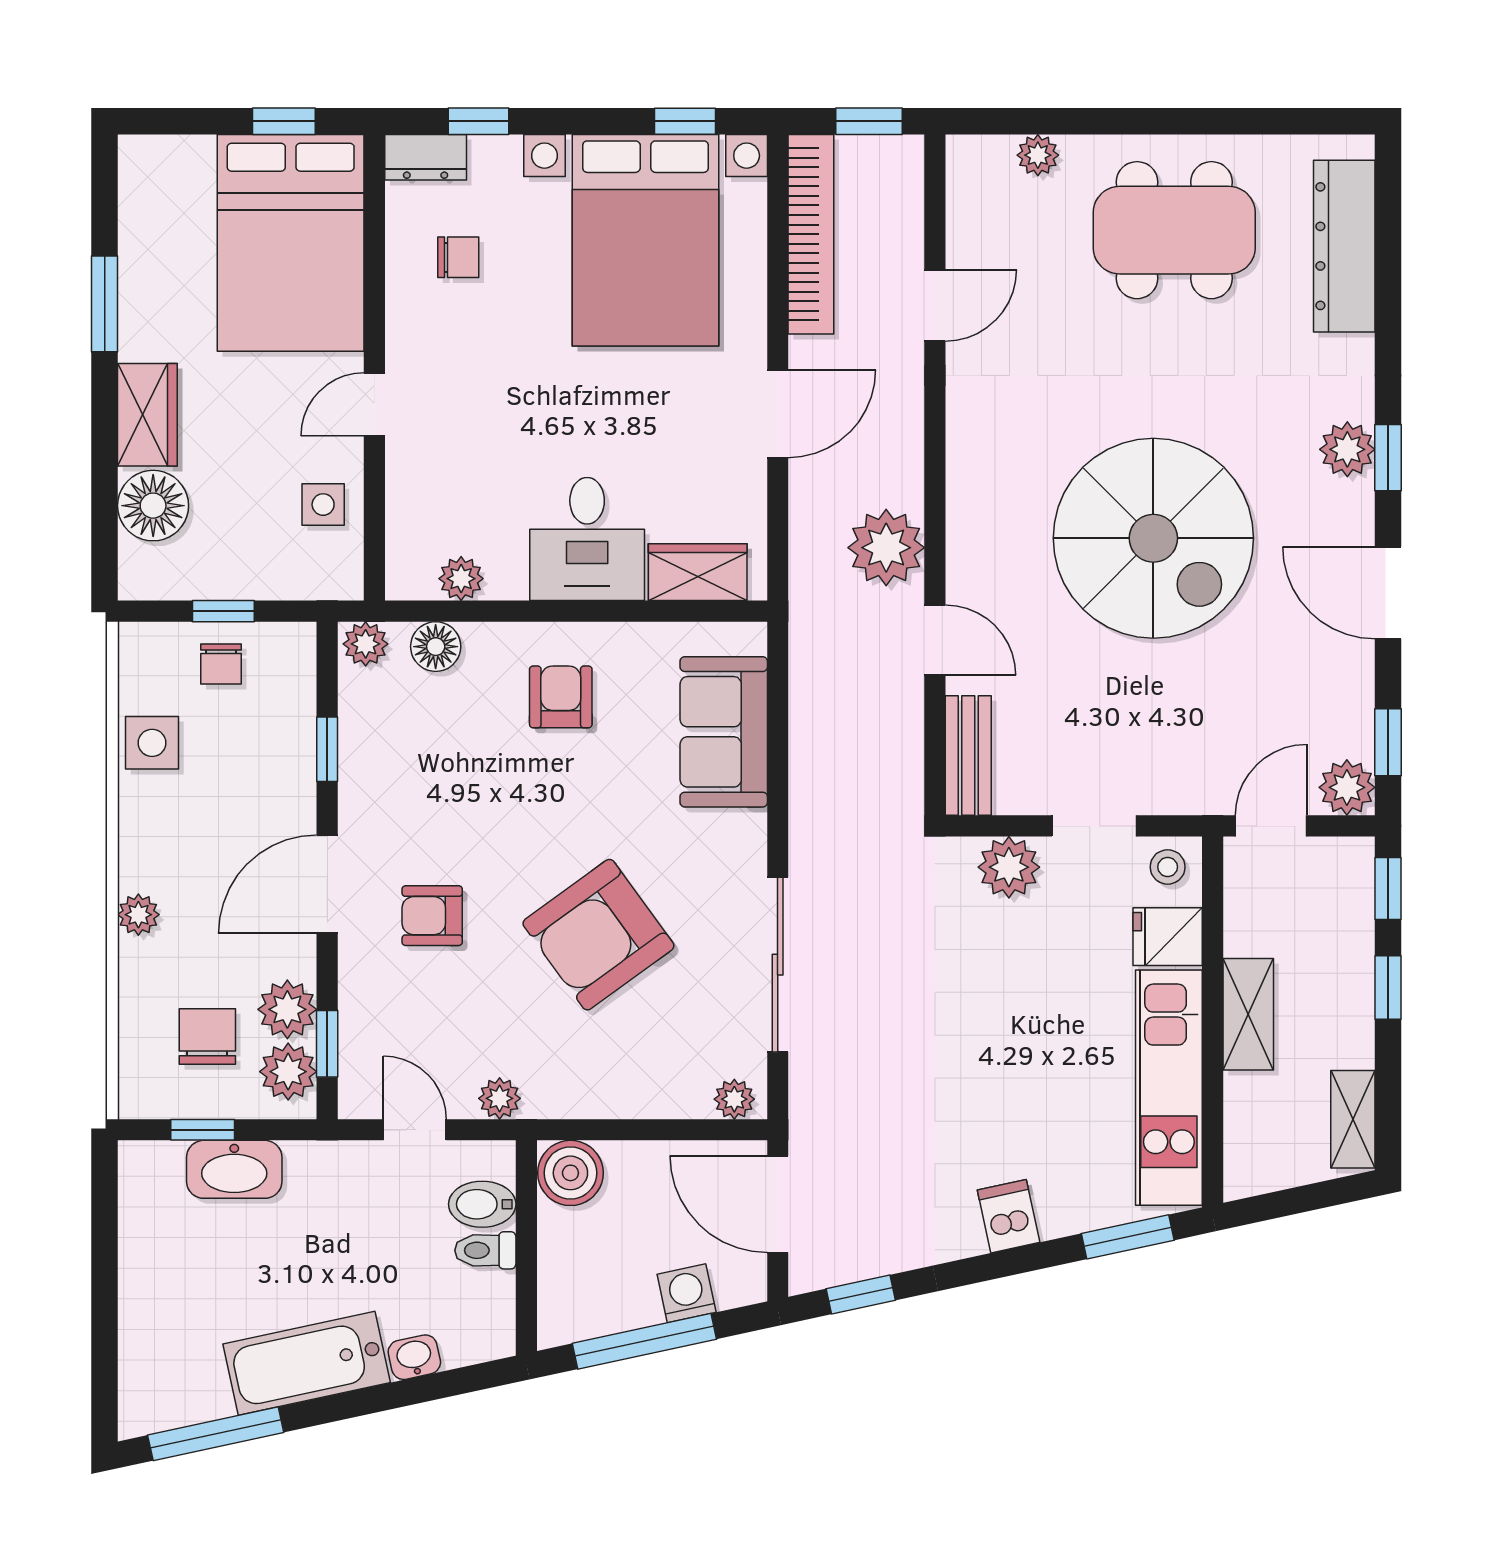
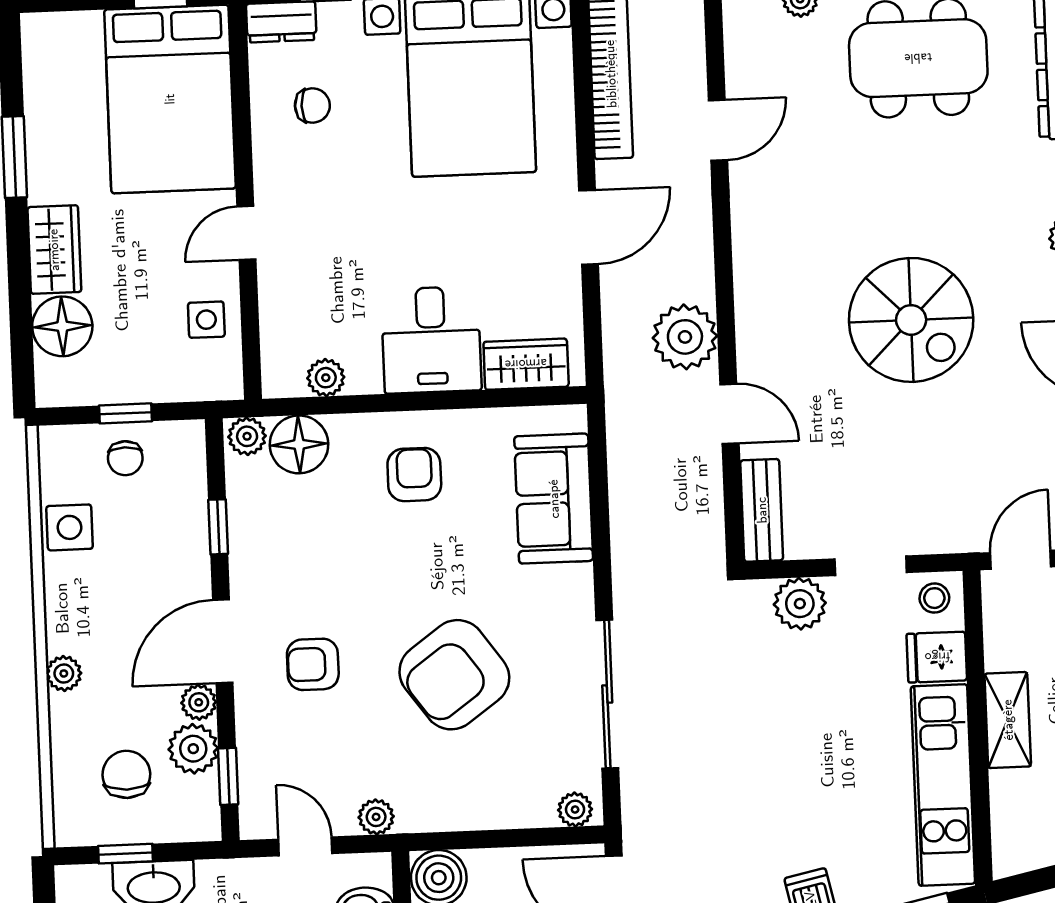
spiral stairs: (1153, 538) -> (911, 320), width x0.73, depth x0.73
floor lamp: (436, 647) -> (299, 444), width x1.38, depth x1.38
plant: (288, 1072) -> (199, 702), moved, width x0.73, depth x0.73

